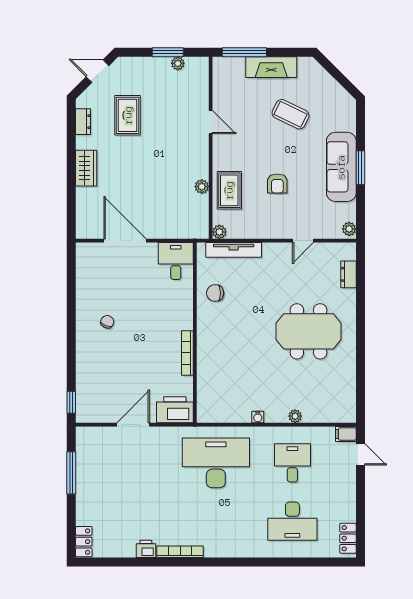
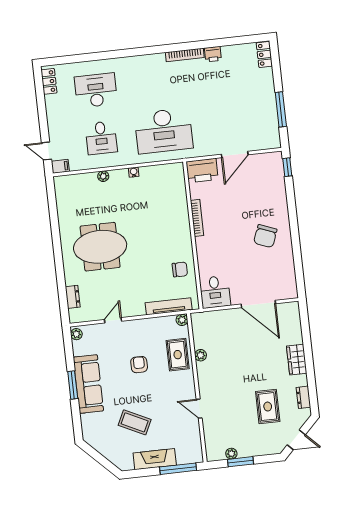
chair: (107, 322) -> (265, 236), width x1.87, depth x1.87

